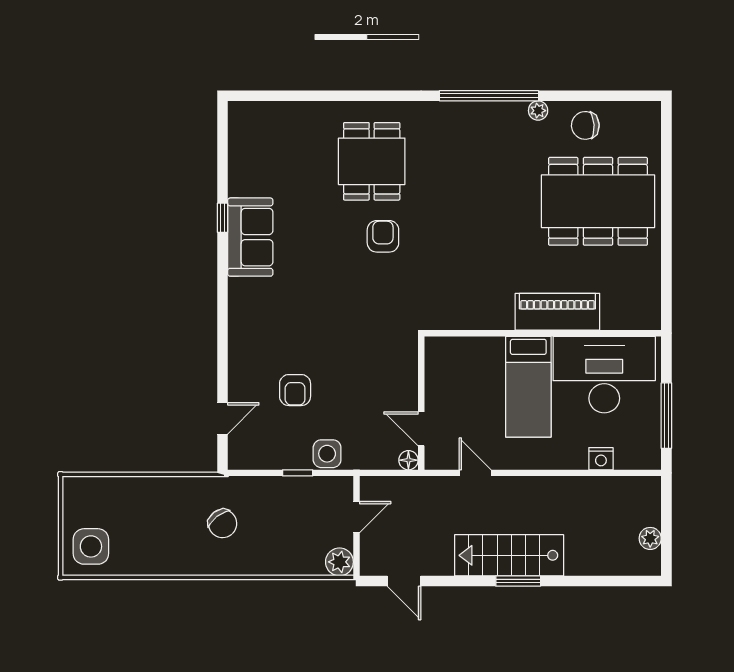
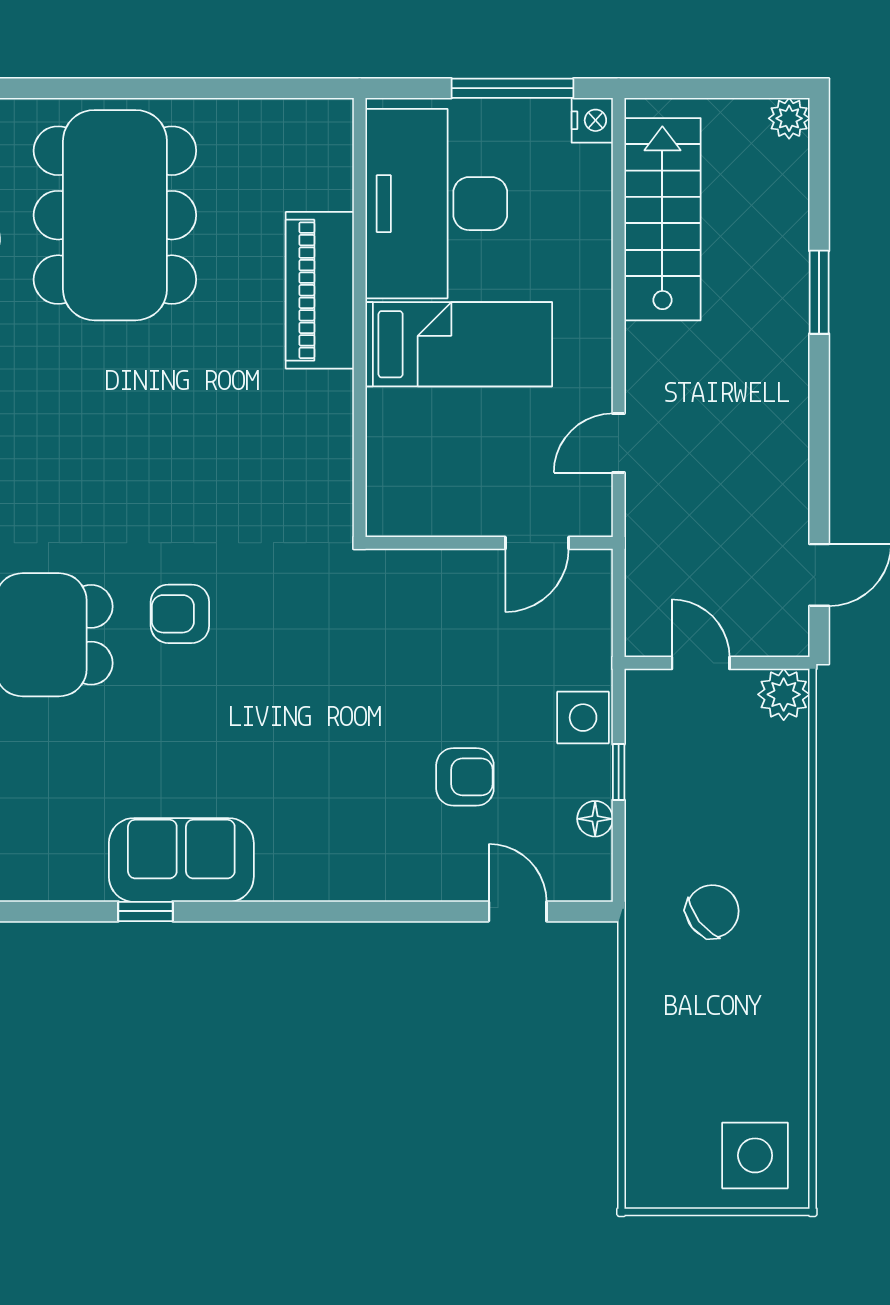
nightstand: (601, 459) -> (592, 120), moved
floor lamp: (408, 460) -> (595, 819), moved
plant: (650, 538) -> (789, 118), moved
stairs: (509, 555) -> (662, 219), moved, turned 180
window: (518, 581) -> (819, 292), moved

